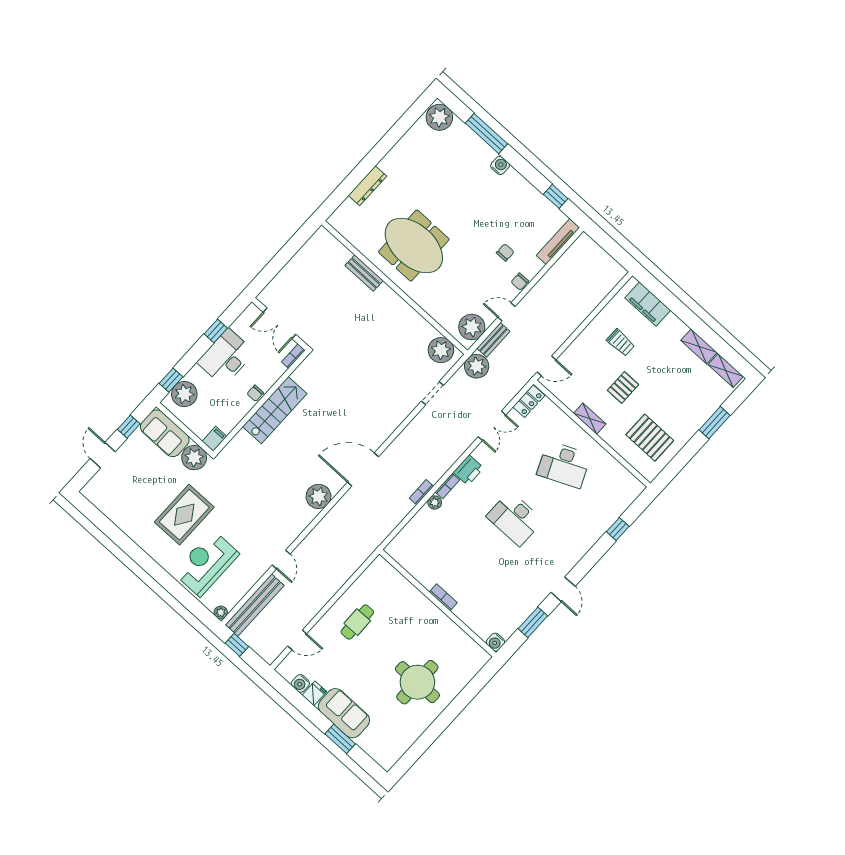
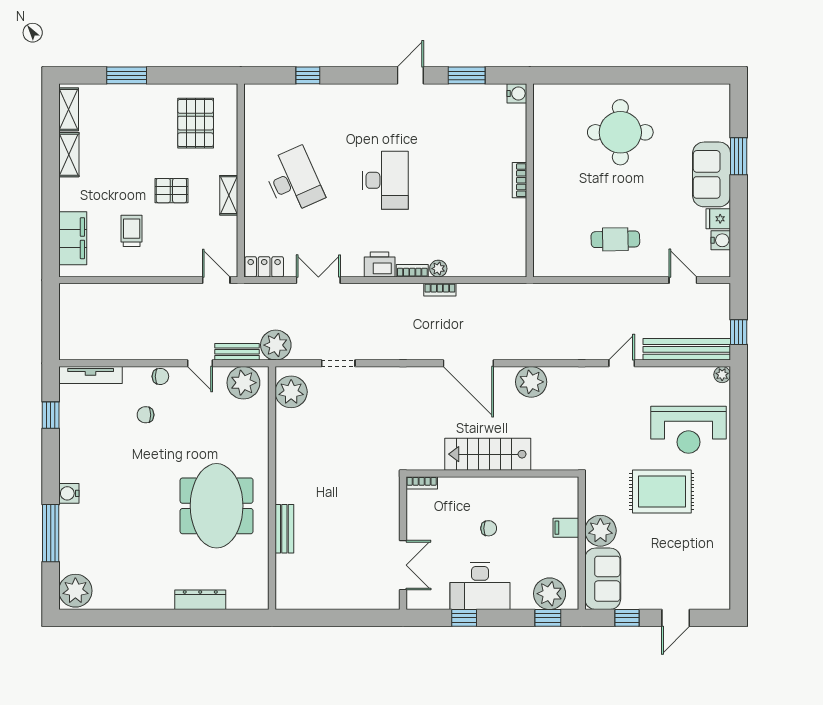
bookcase: (293, 356) -> (422, 483), moved
wall: (261, 403) -> (492, 473), moved
stairs: (275, 410) -> (488, 454), moved

